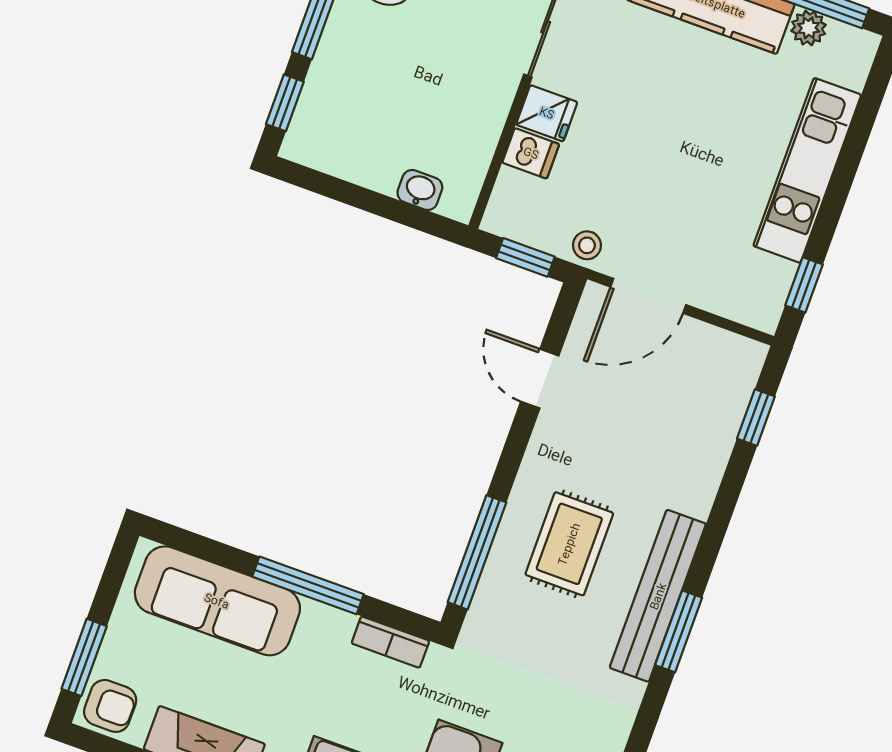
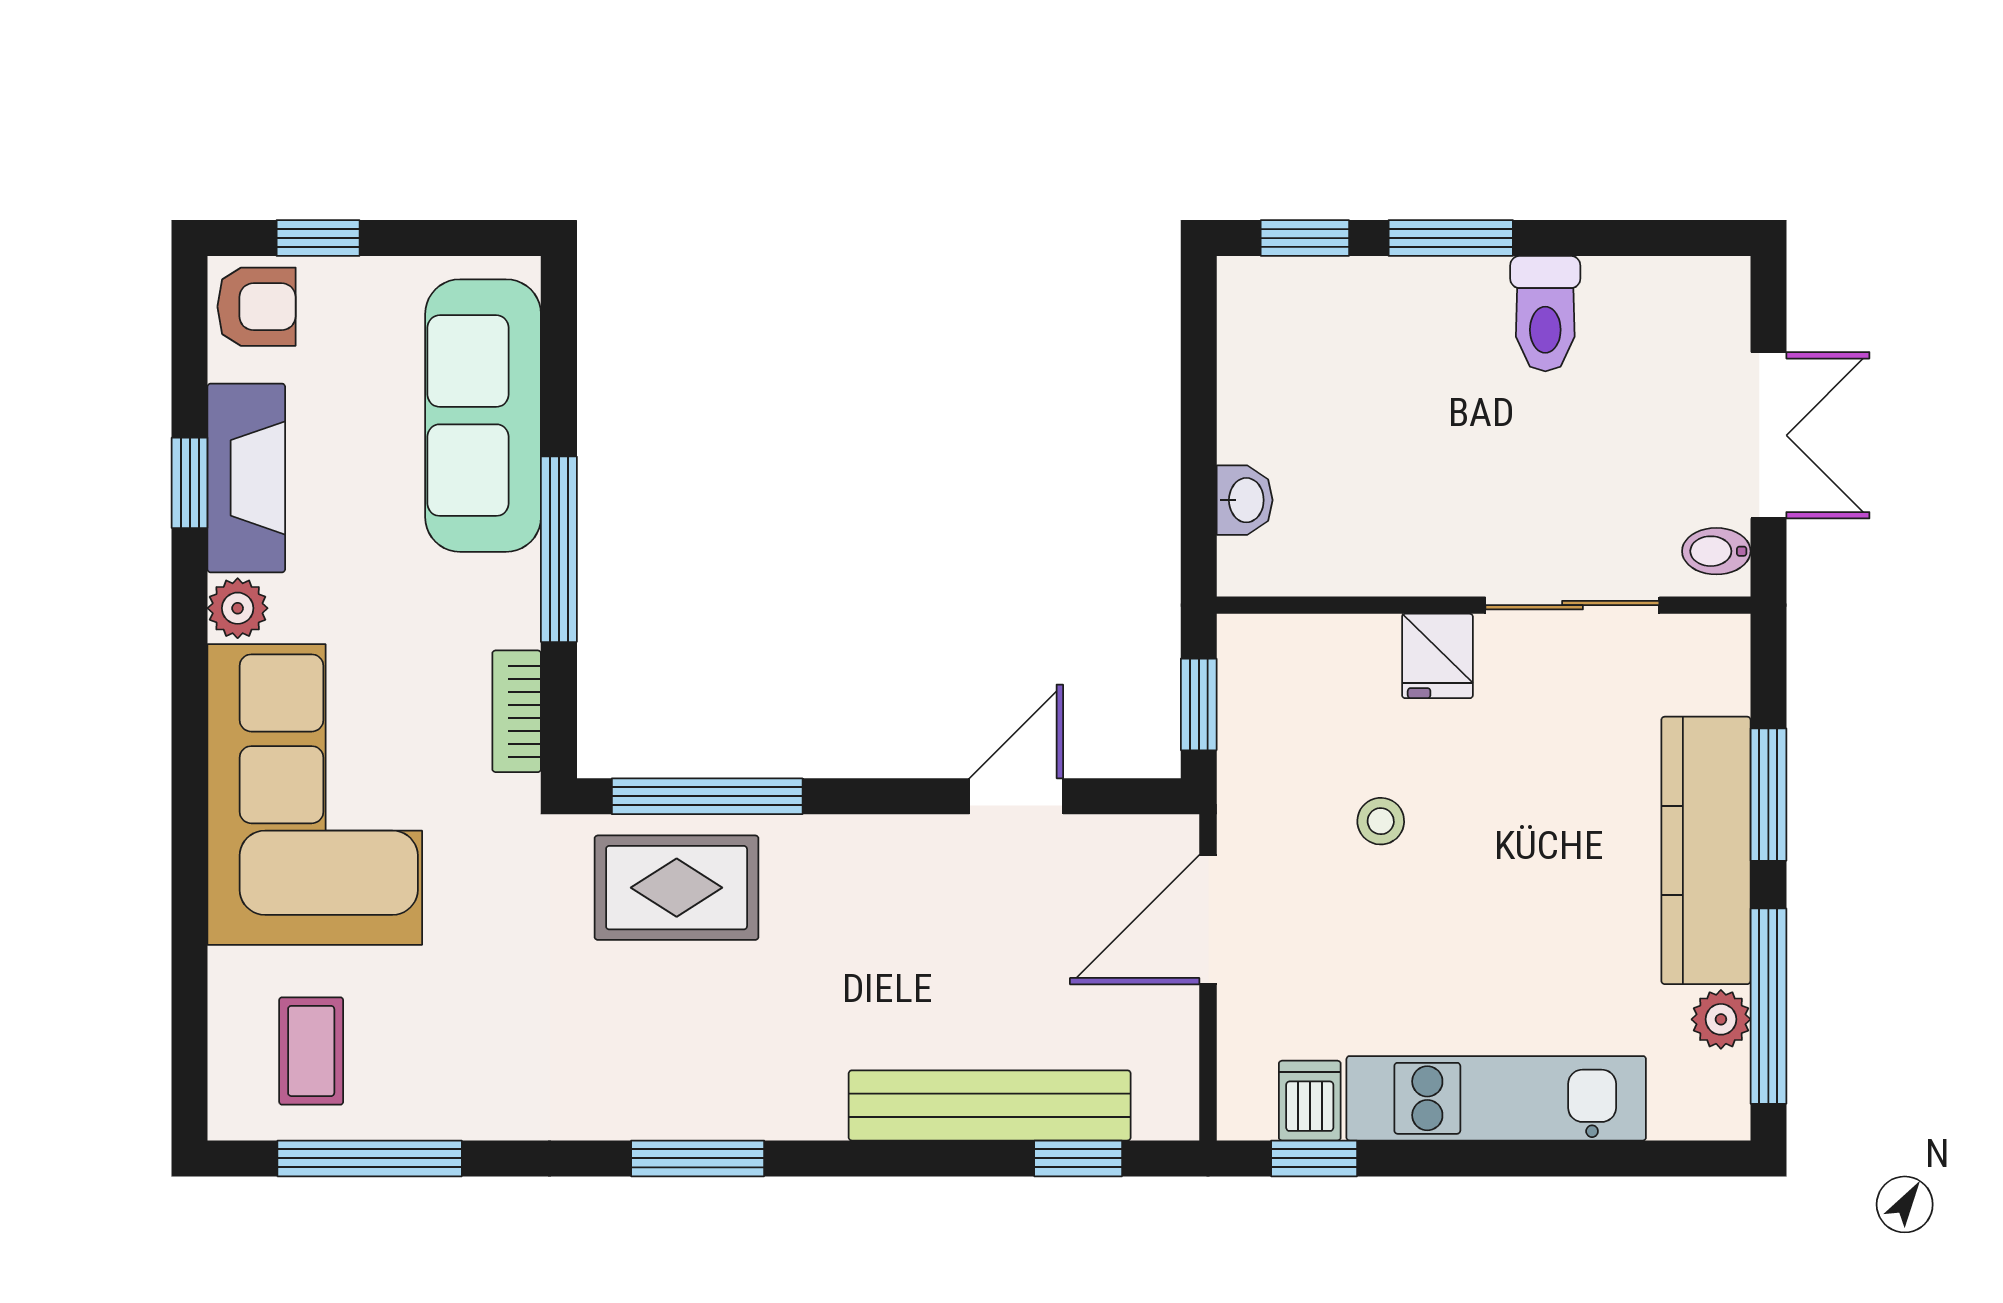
dishwasher: (531, 153) -> (1310, 1101), moved, turned 180
stool: (587, 245) -> (1381, 821), moved
door: (648, 296) -> (1208, 920), hinge flipped
rug: (569, 544) -> (677, 888), moved
bench: (658, 596) -> (990, 1105), moved
window: (84, 657) -> (318, 238), width x0.67
armchair: (110, 706) -> (257, 307), turned -90

